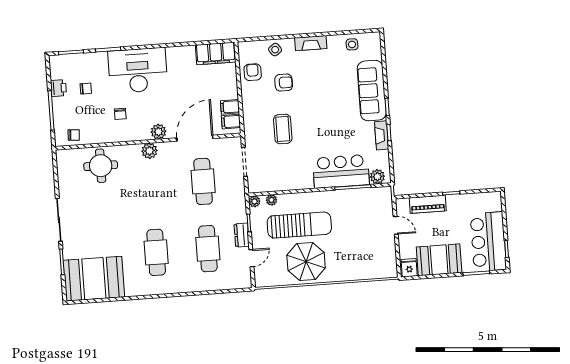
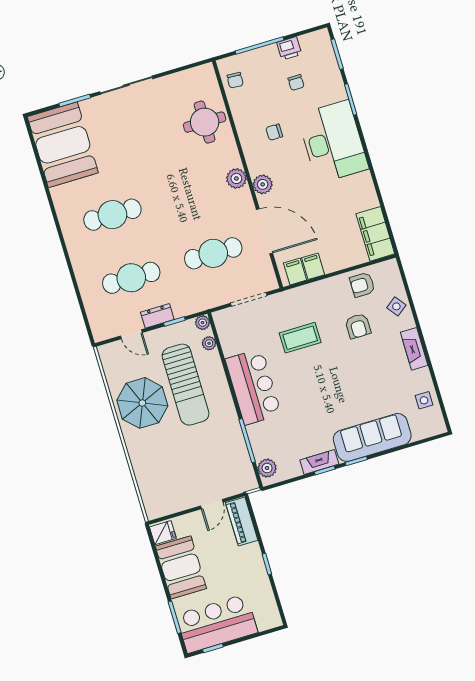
armchair: (253, 72) -> (362, 285), turned 180
bar counter: (341, 171) -> (253, 387), moved
piano: (428, 204) -> (242, 521), moved

